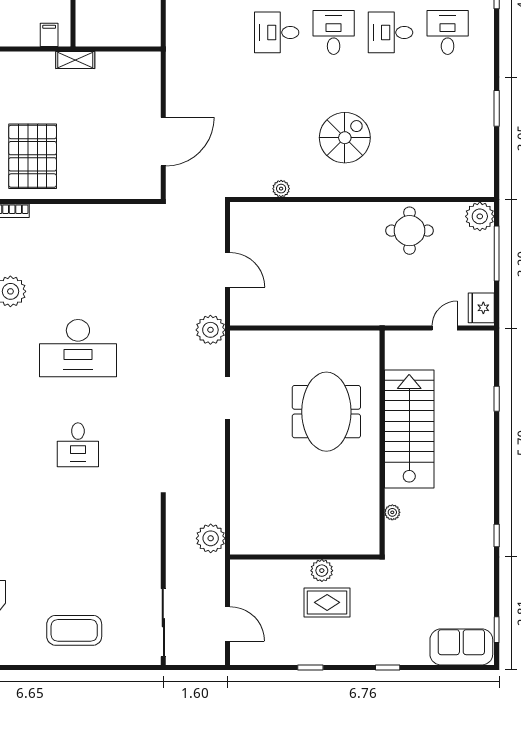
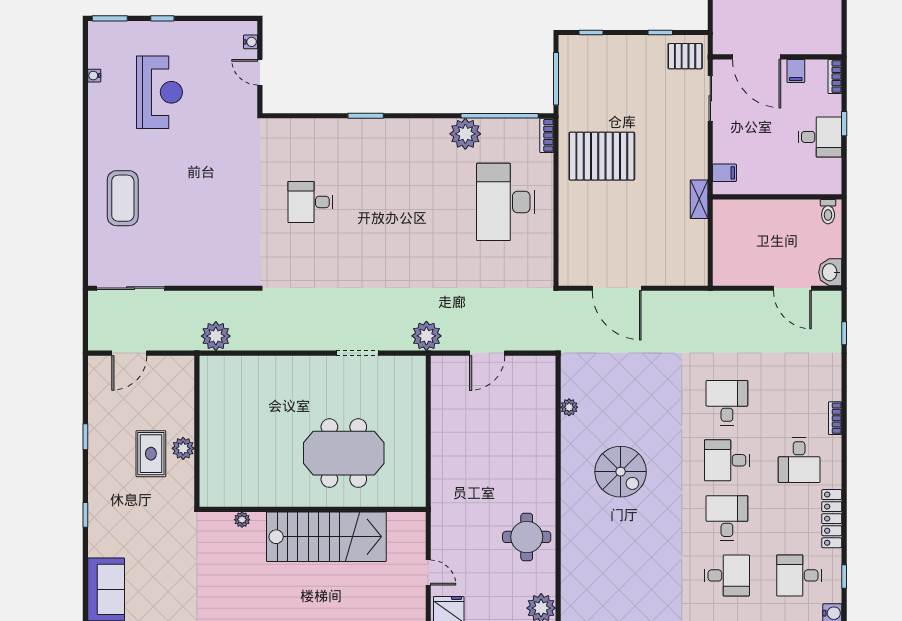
desk: (334, 32) -> (727, 460), turned 180
desk: (78, 348) -> (506, 202), moved

